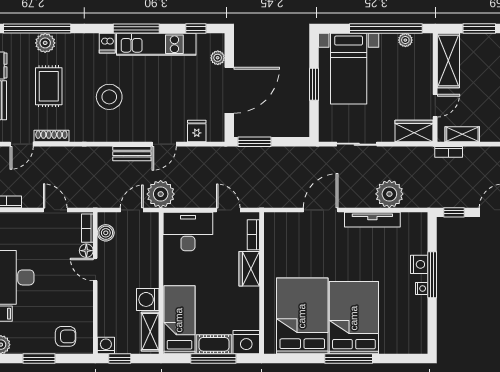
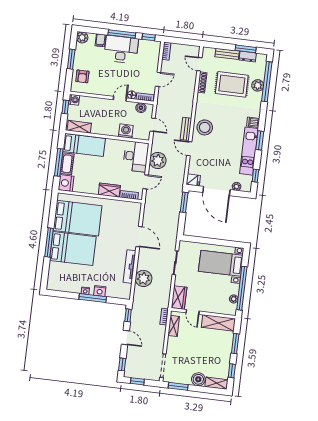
window: (136, 28) -> (260, 140), width x0.69
window: (314, 84) -> (214, 242), removed
rug: (49, 86) -> (232, 84), width x1.36, depth x1.43
stool: (109, 97) -> (205, 127), moved
fridge: (197, 131) -> (193, 180), moved
plant: (161, 194) -> (158, 160), moved
washing machine: (148, 299) -> (126, 131), moved

